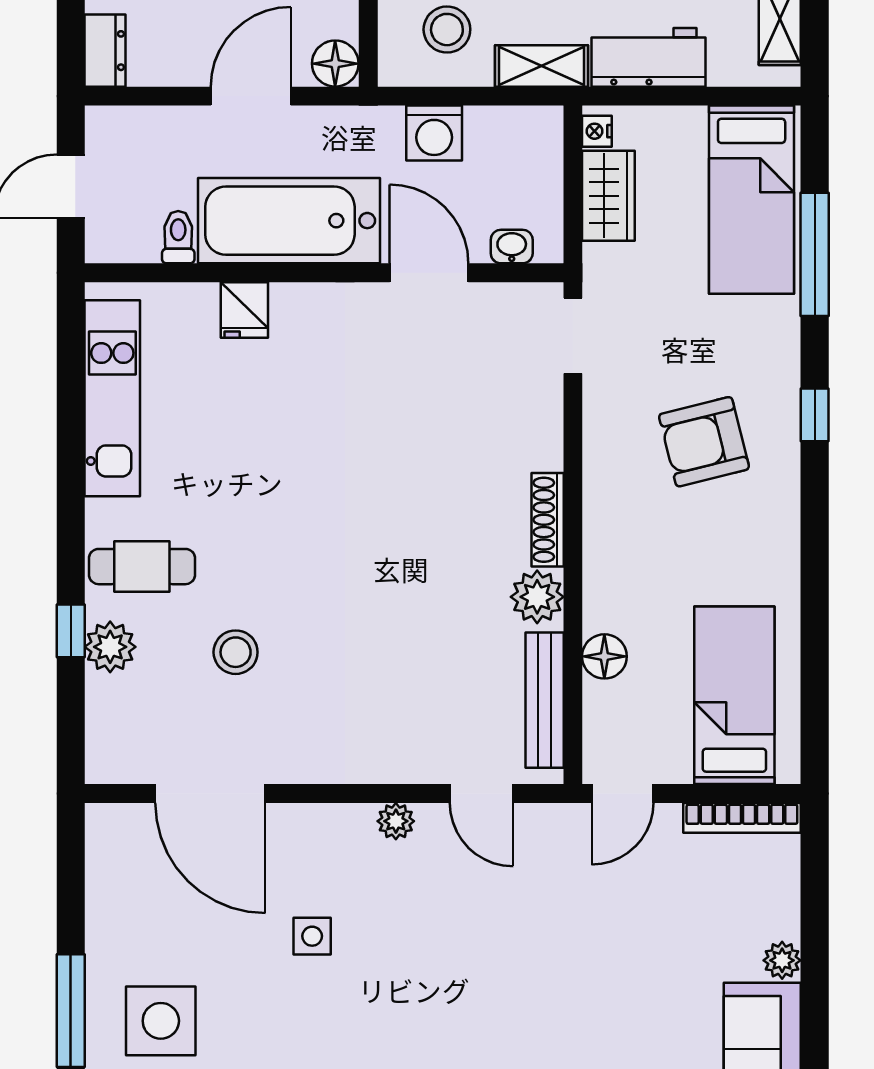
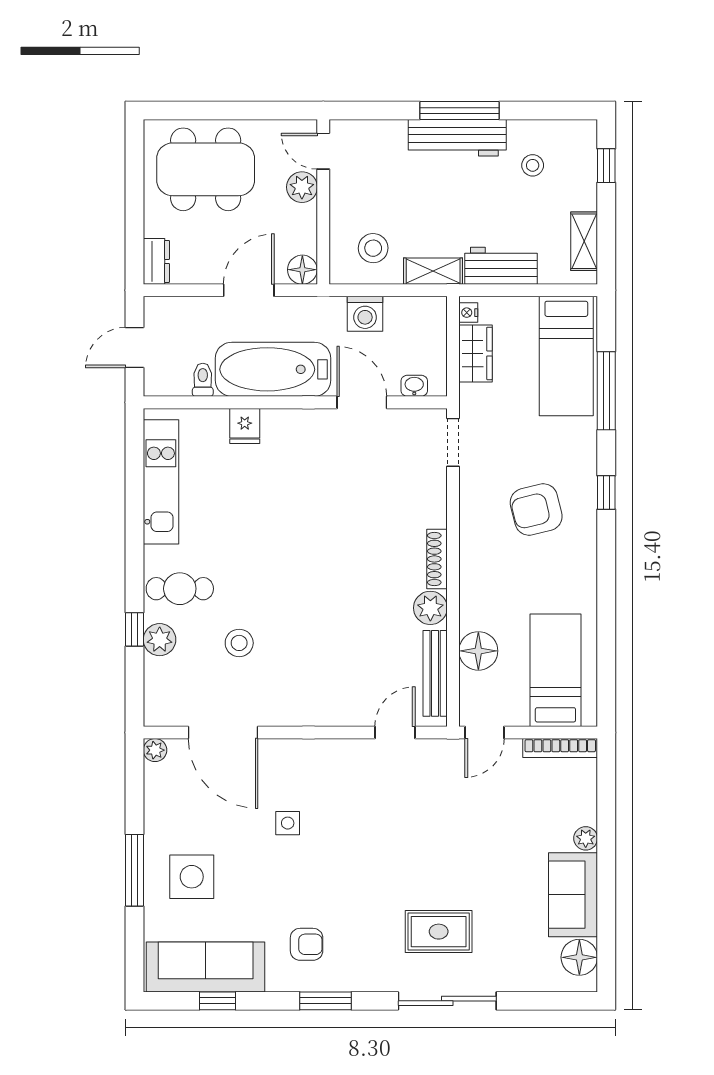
floor lamp: (604, 656) -> (478, 651), width x1.38, depth x1.38
door: (481, 794) -> (395, 733), swing flipped
plant: (396, 821) -> (155, 750), moved

